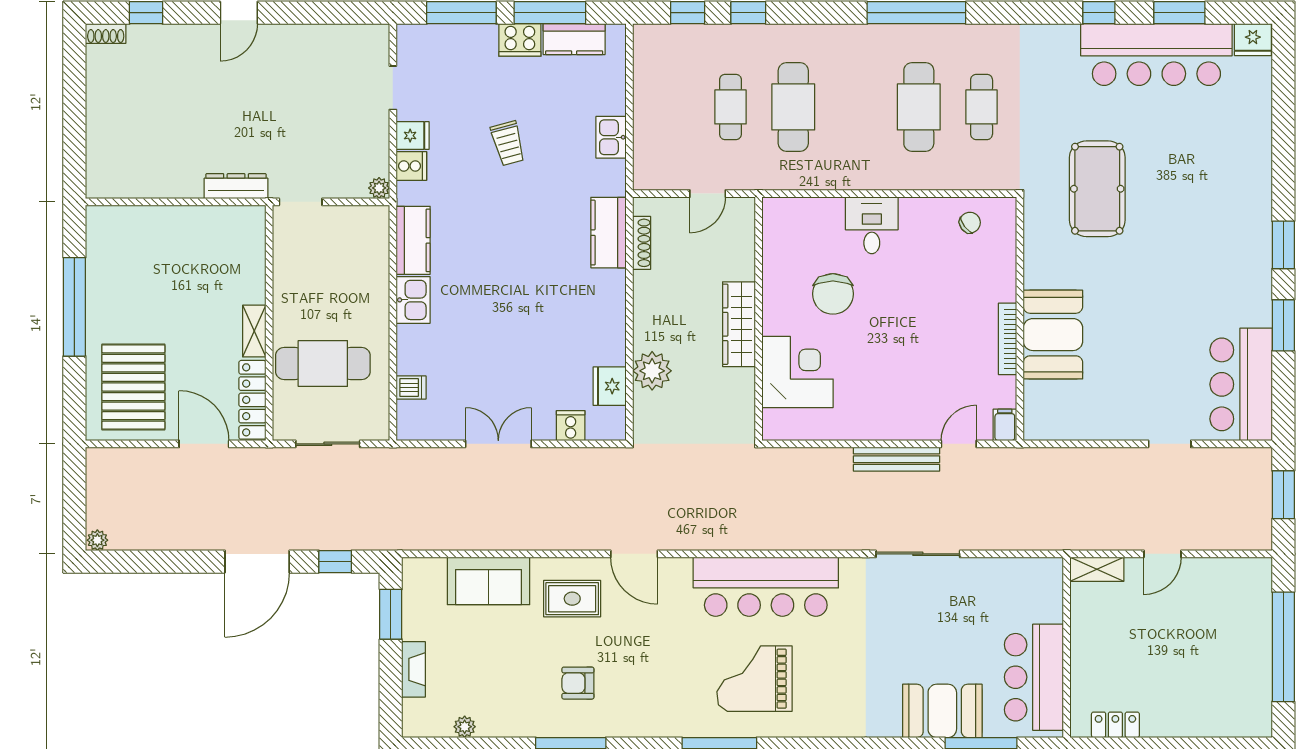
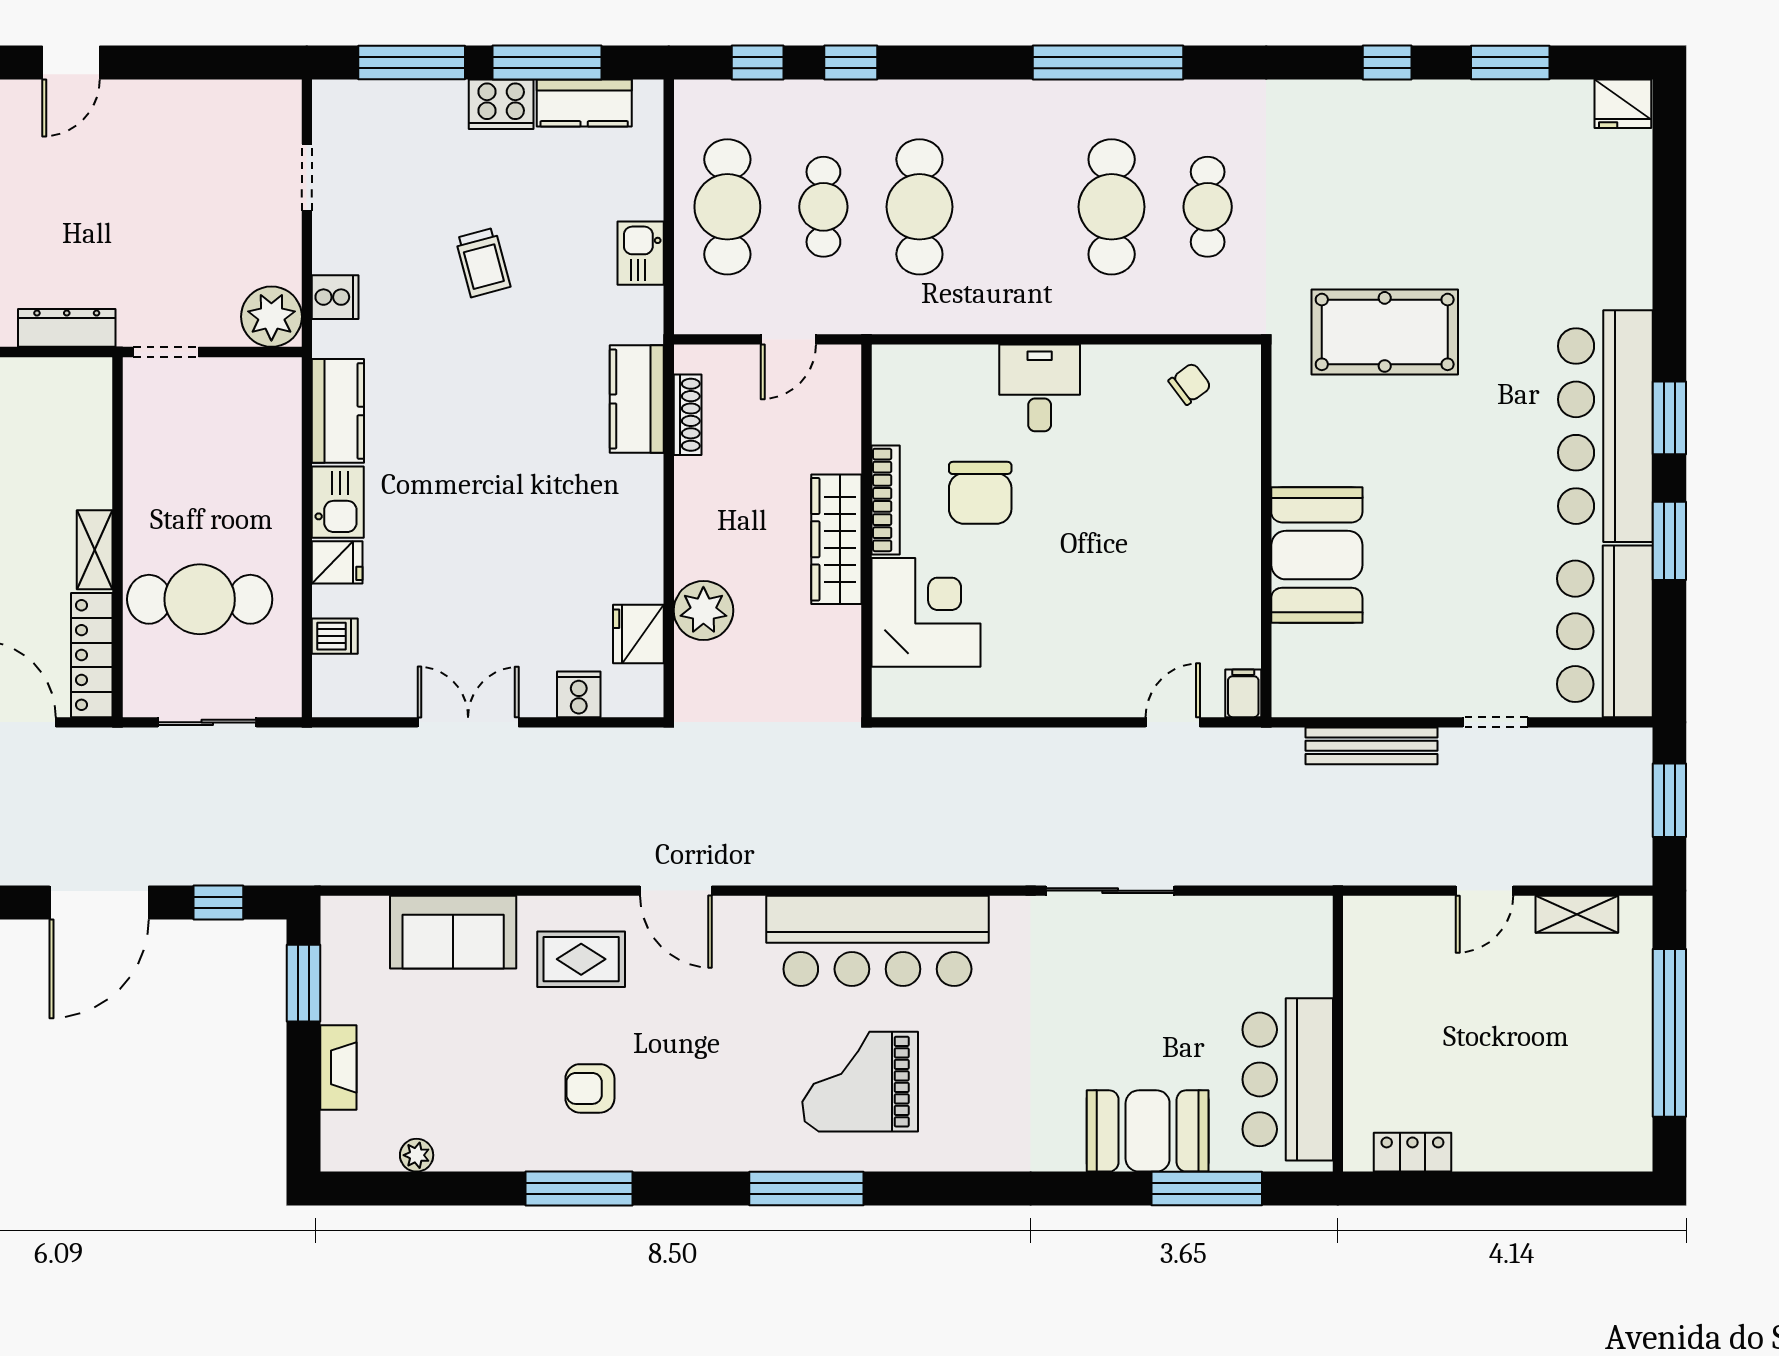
bar counter: (1156, 55) -> (1605, 426), moved, turned 90
cafe table: (668, 107) -> (727, 207), added
fridge: (413, 136) -> (337, 562), moved
plant: (379, 188) -> (271, 317), width x1.88, depth x1.88
pool table: (1097, 189) -> (1385, 332), turned 90
bookcase: (1007, 339) -> (886, 500), moved, turned 180
bench: (897, 459) -> (1372, 746), moved
shelving: (1097, 569) -> (1577, 914), moved

